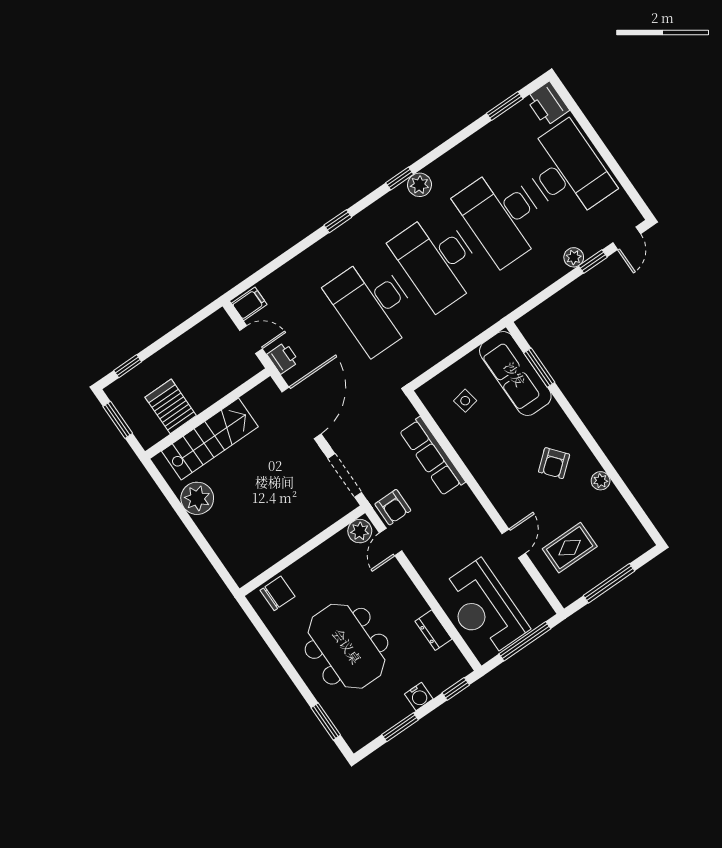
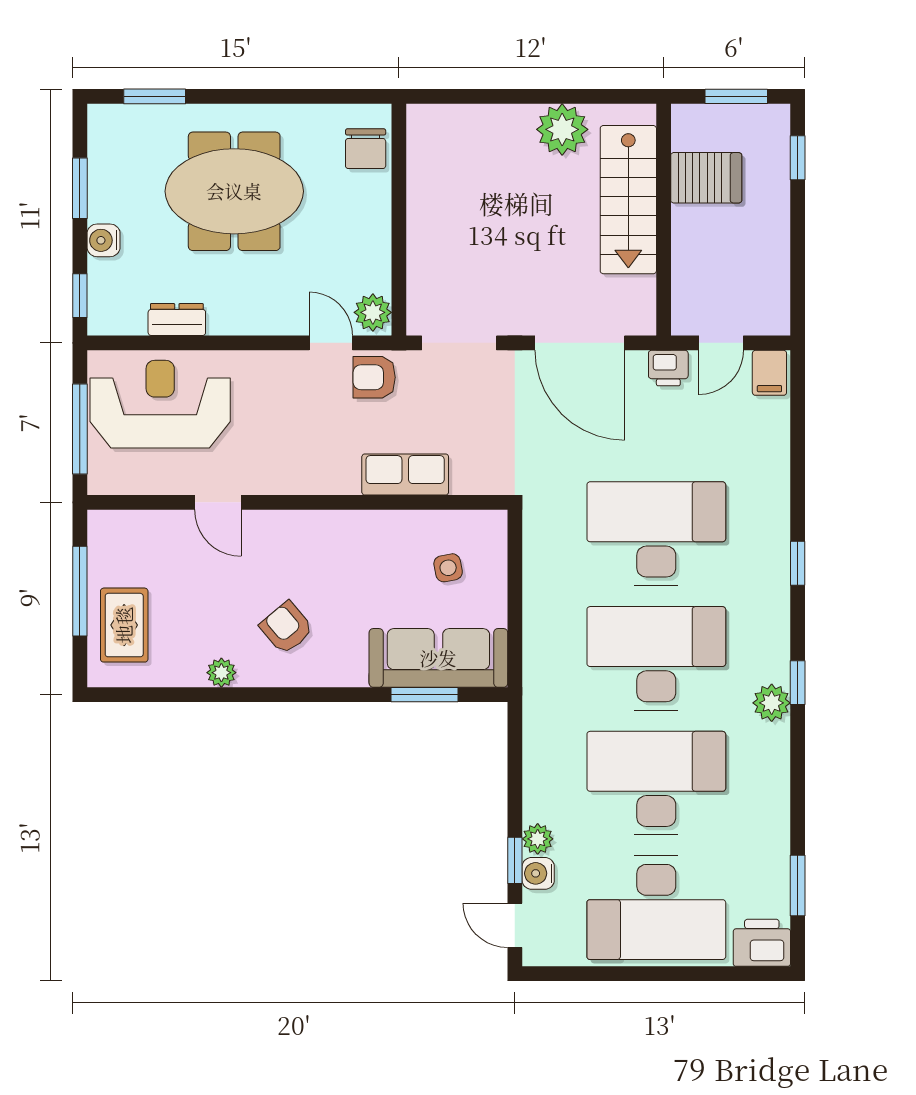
water cooler: (591, 245) -> (538, 873), added
row of seats: (432, 456) -> (405, 474), width x0.68
rug: (570, 548) -> (124, 625), moved

